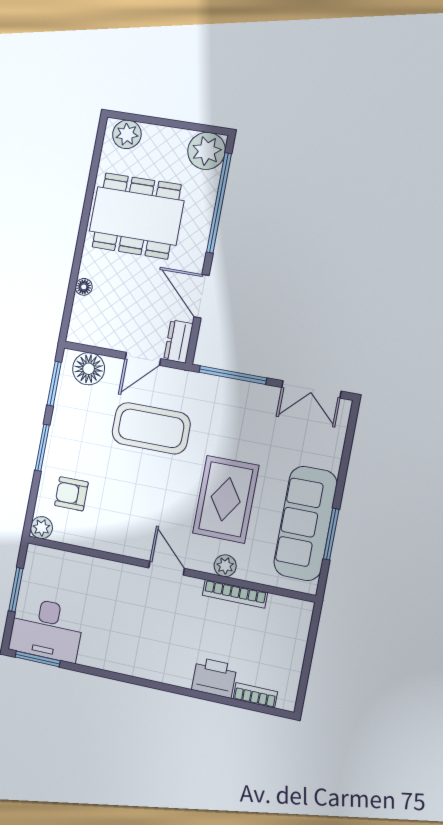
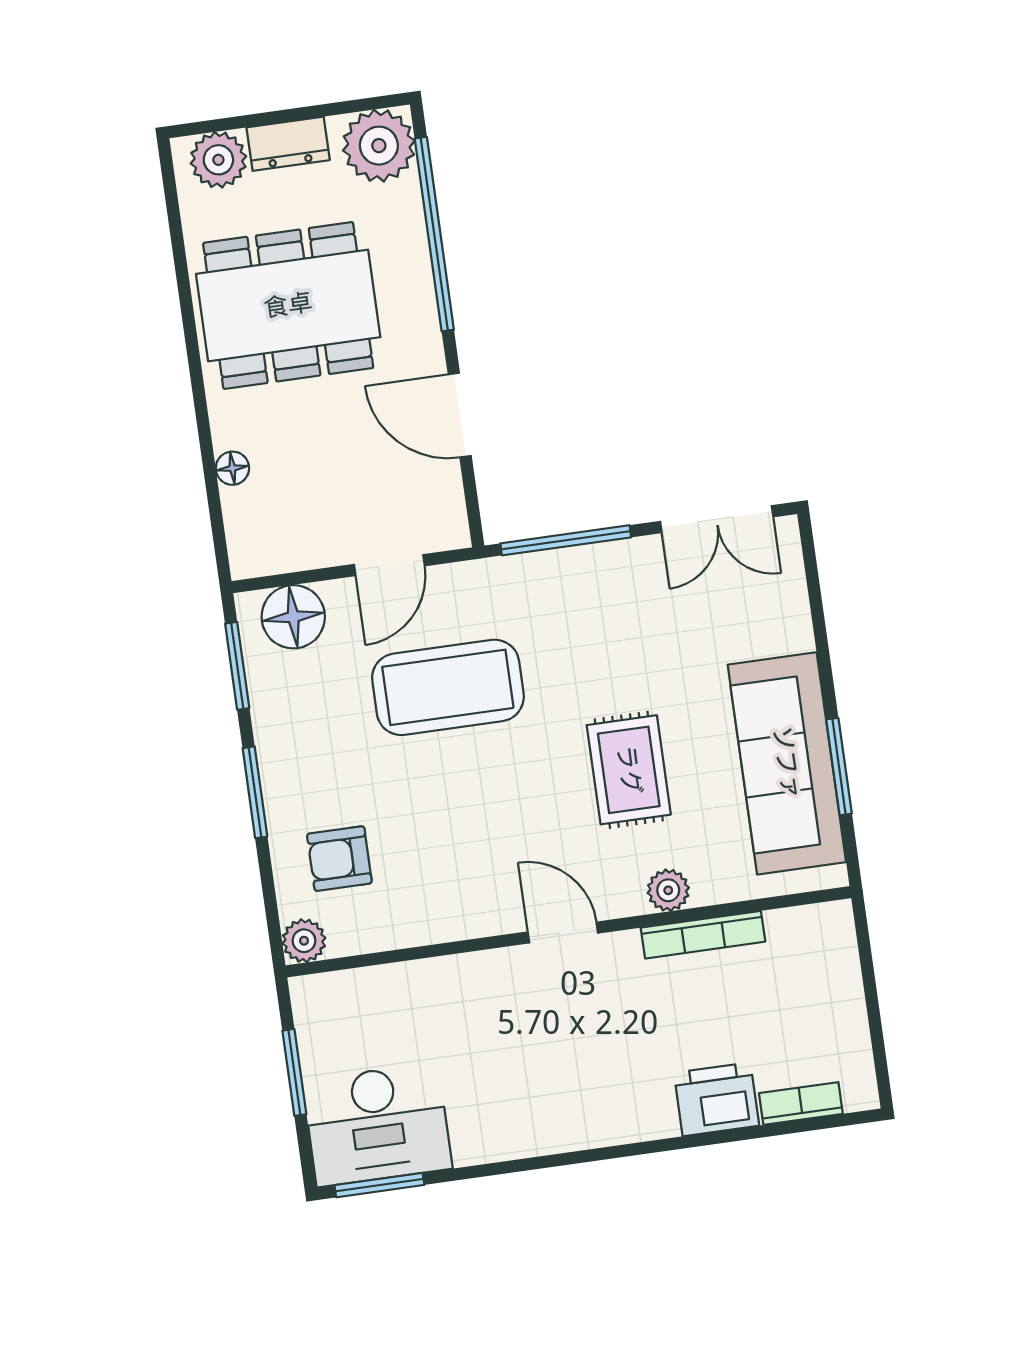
dresser: (178, 341) -> (288, 144), moved, turned -90
rug: (226, 499) -> (629, 770), width x0.73, depth x0.70

